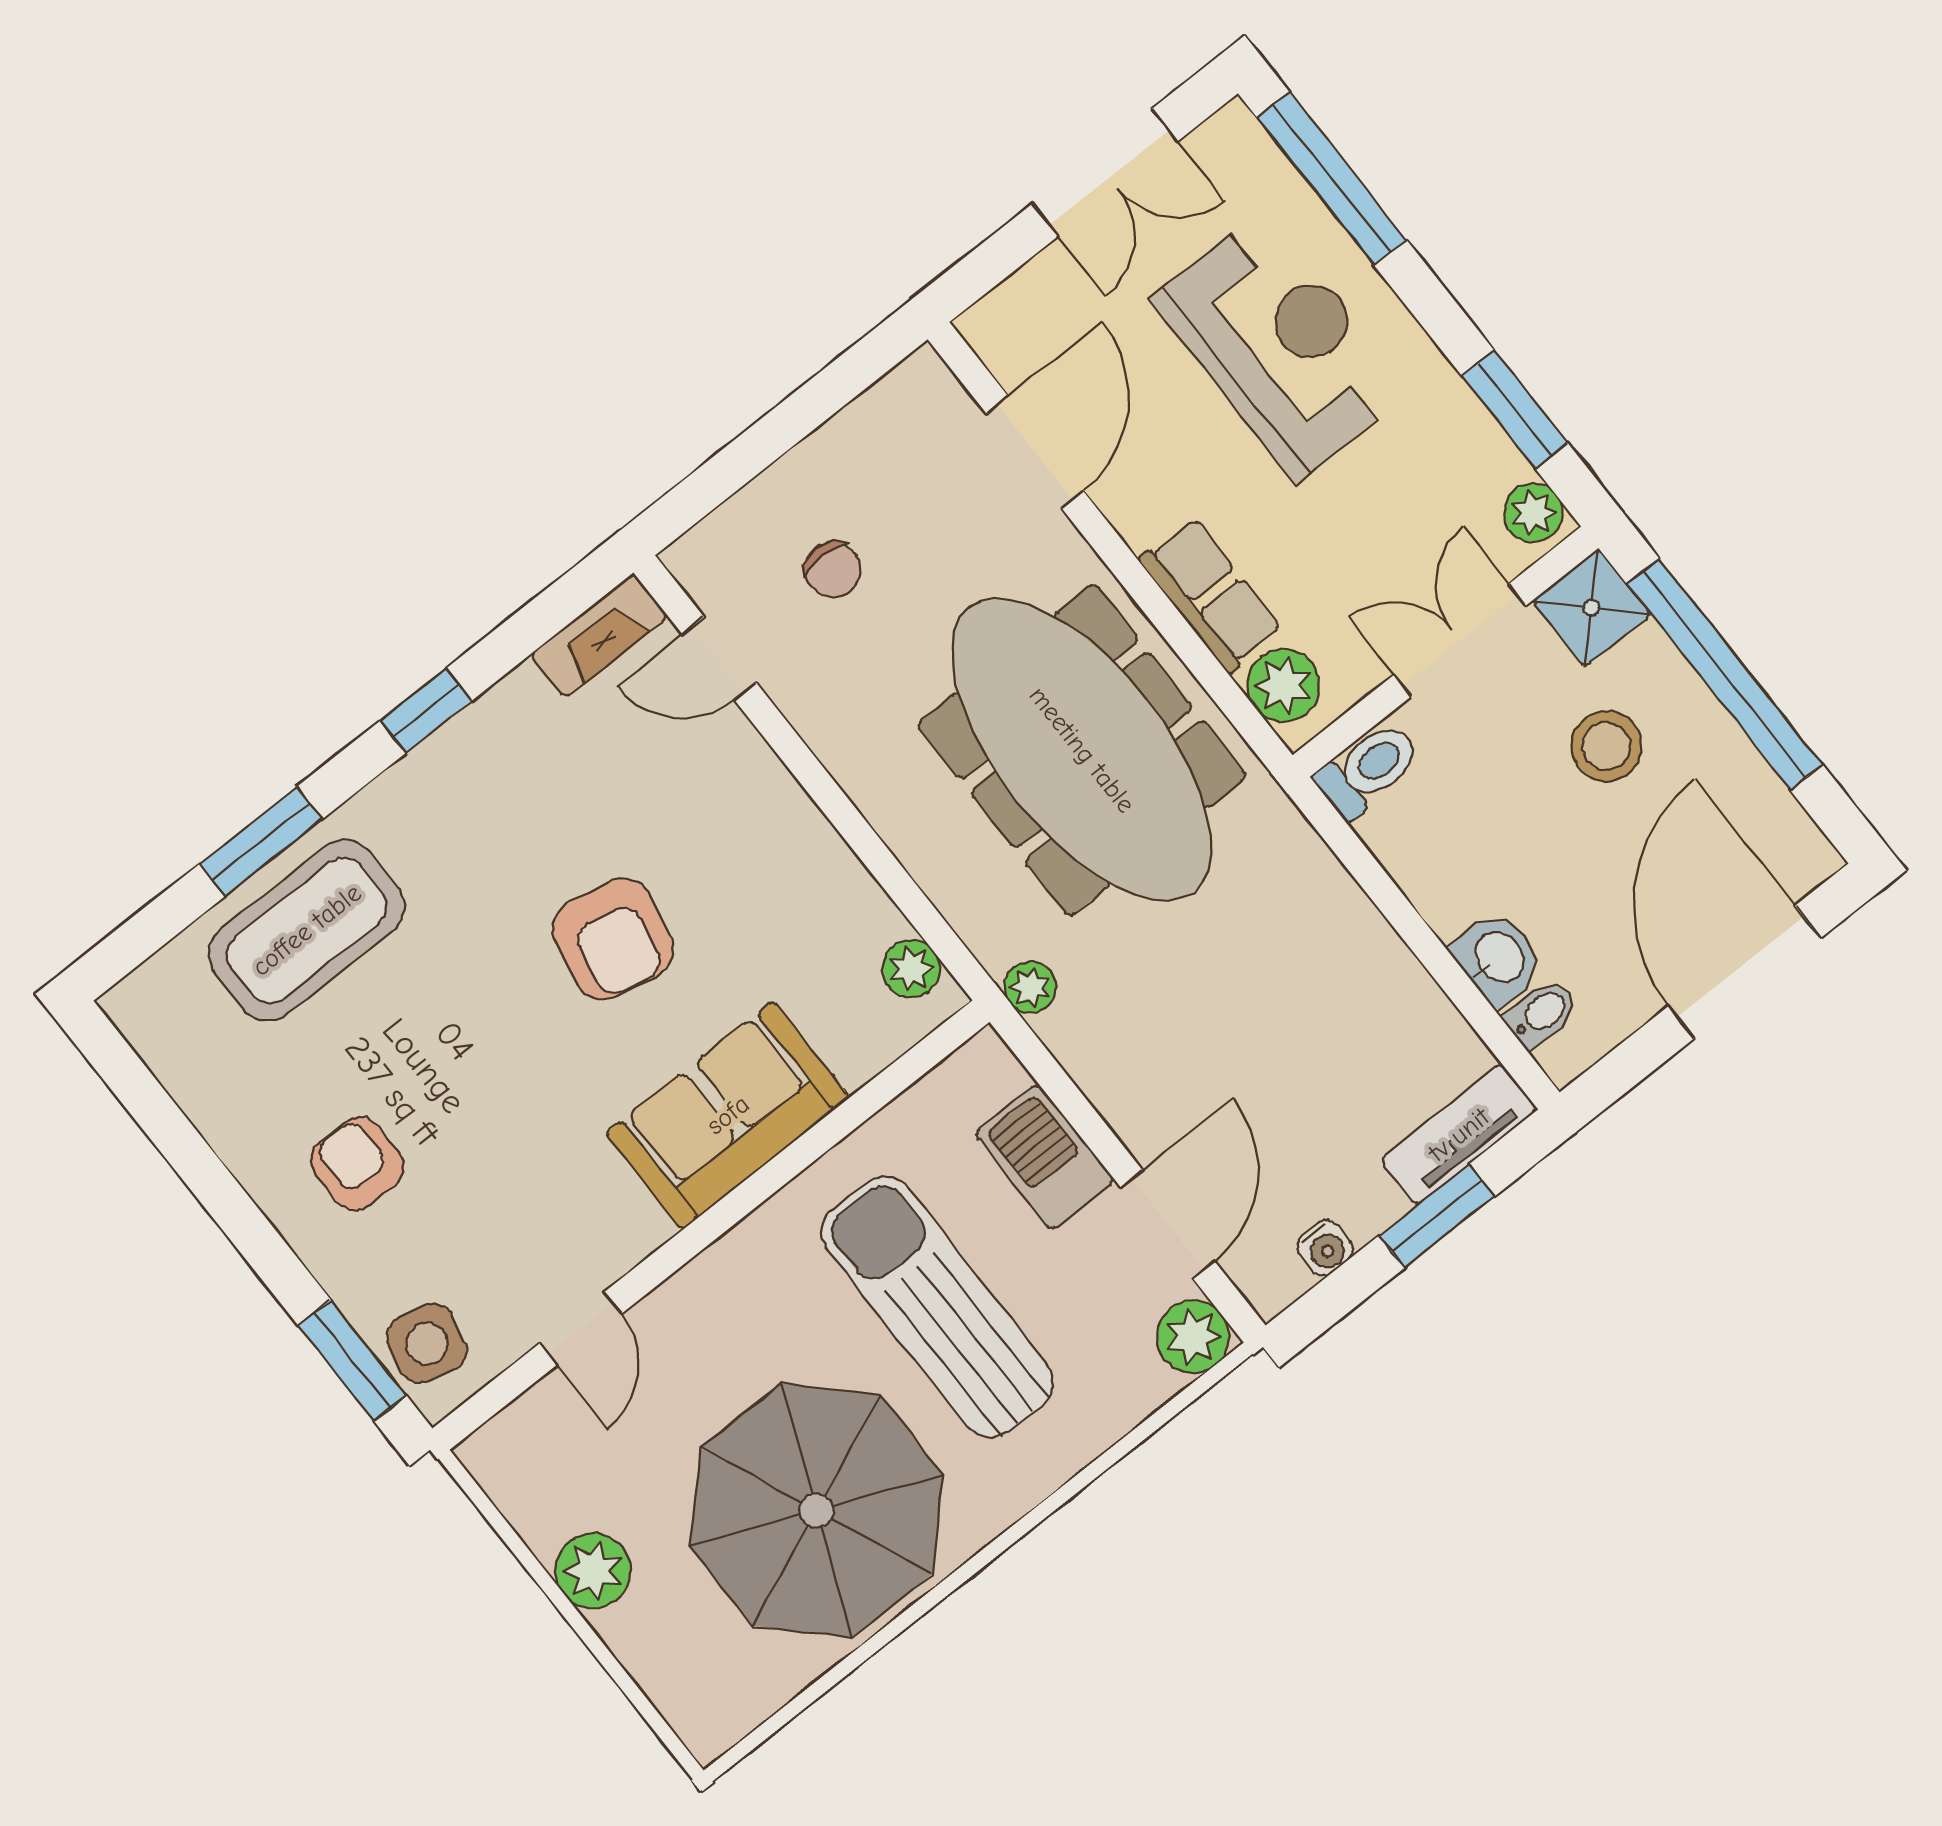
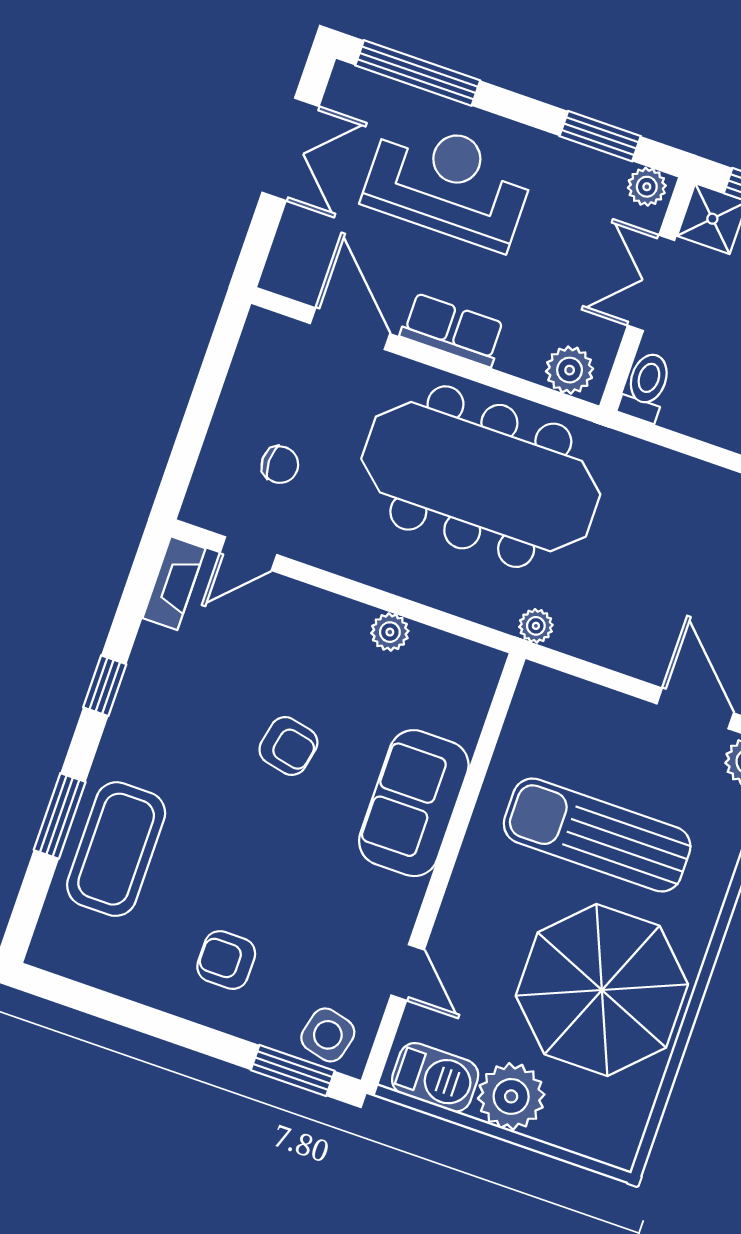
row of seats: (1211, 595) -> (452, 330), moved
armchair: (613, 939) -> (288, 746), width x0.72, depth x0.72
plant: (911, 969) -> (390, 632), moved
barbecue: (1045, 1157) -> (435, 1077), moved, turned 180
plant: (593, 1571) -> (511, 1096), width x1.36, depth x1.36

